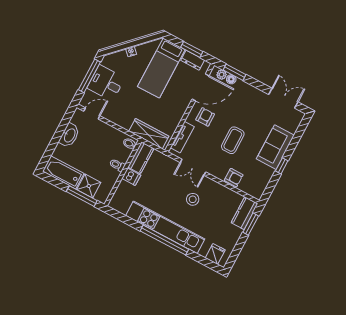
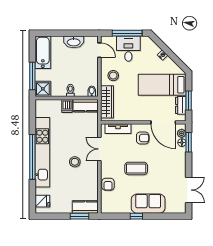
stool: (125, 113) -> (113, 76), added
shower: (89, 186) -> (43, 89), moved

